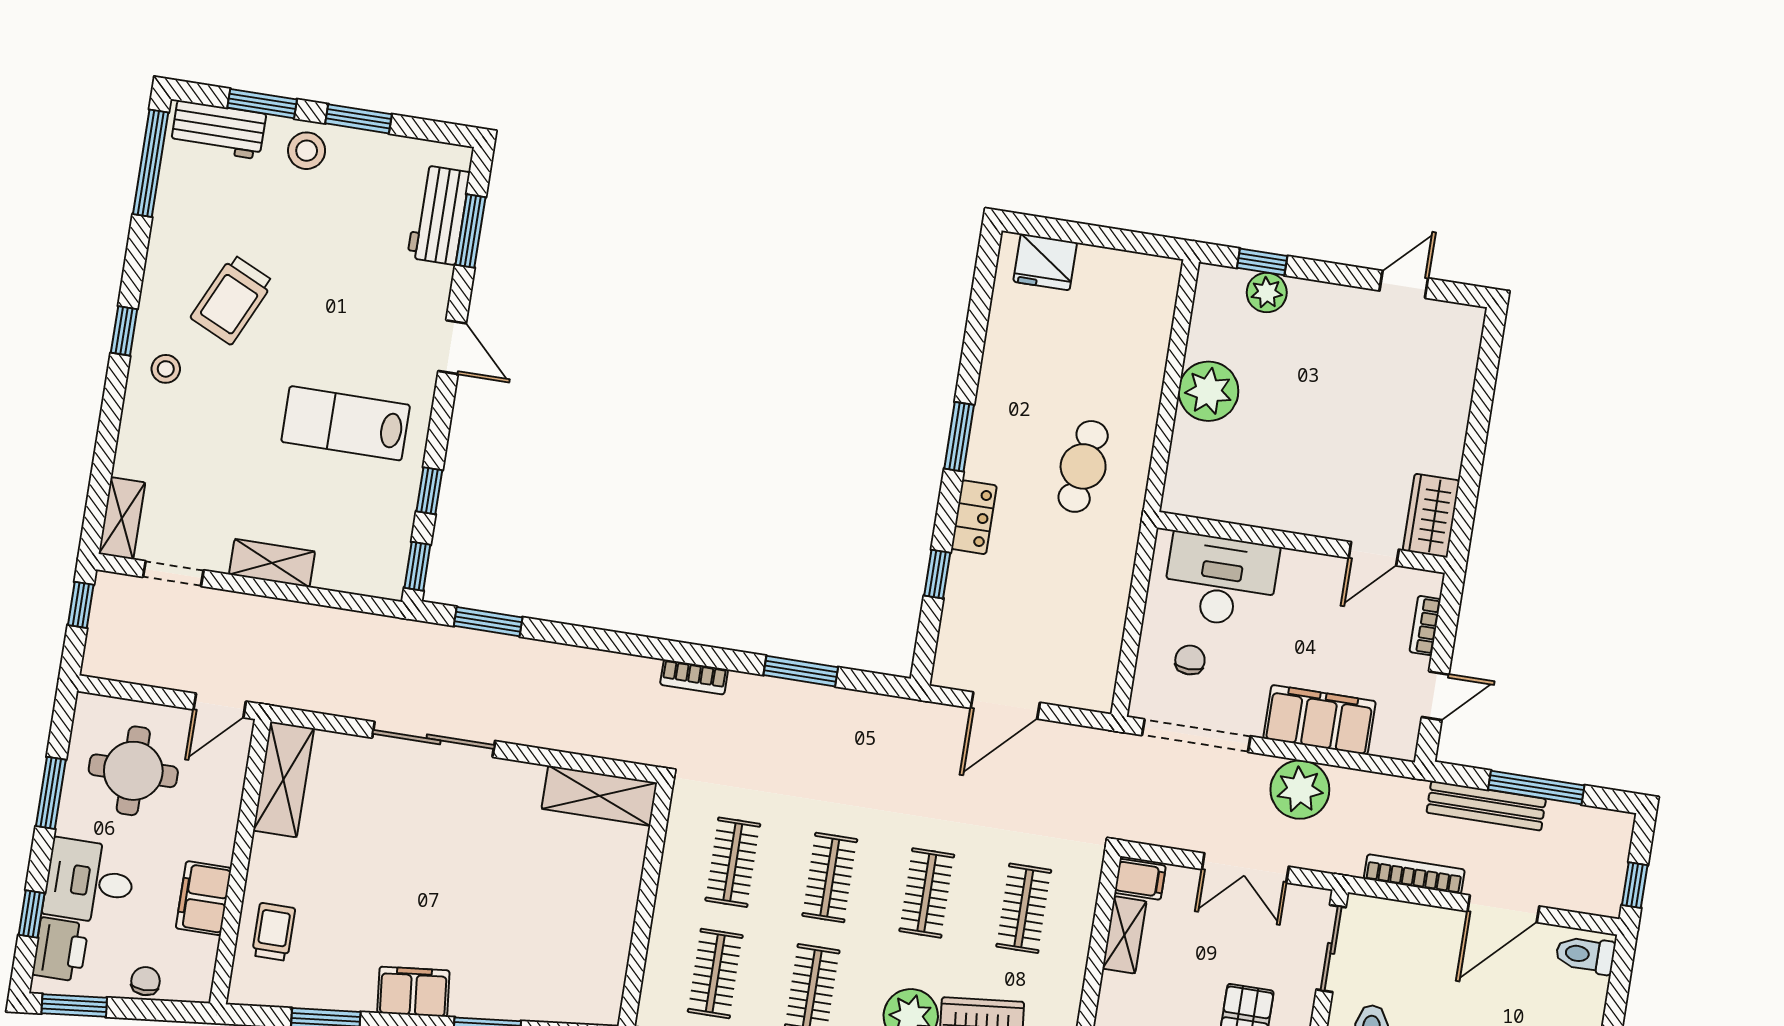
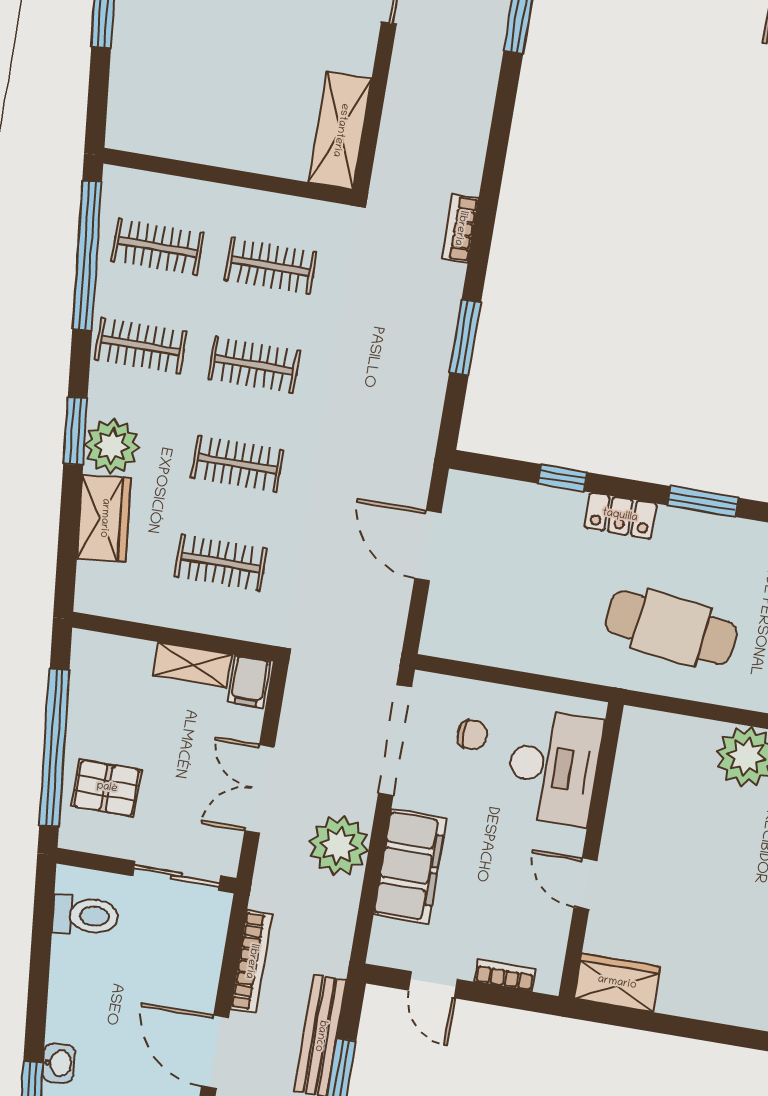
cafe table: (1083, 466) -> (671, 628), width x1.37, depth x1.35
door: (1374, 554) -> (585, 884), moved

